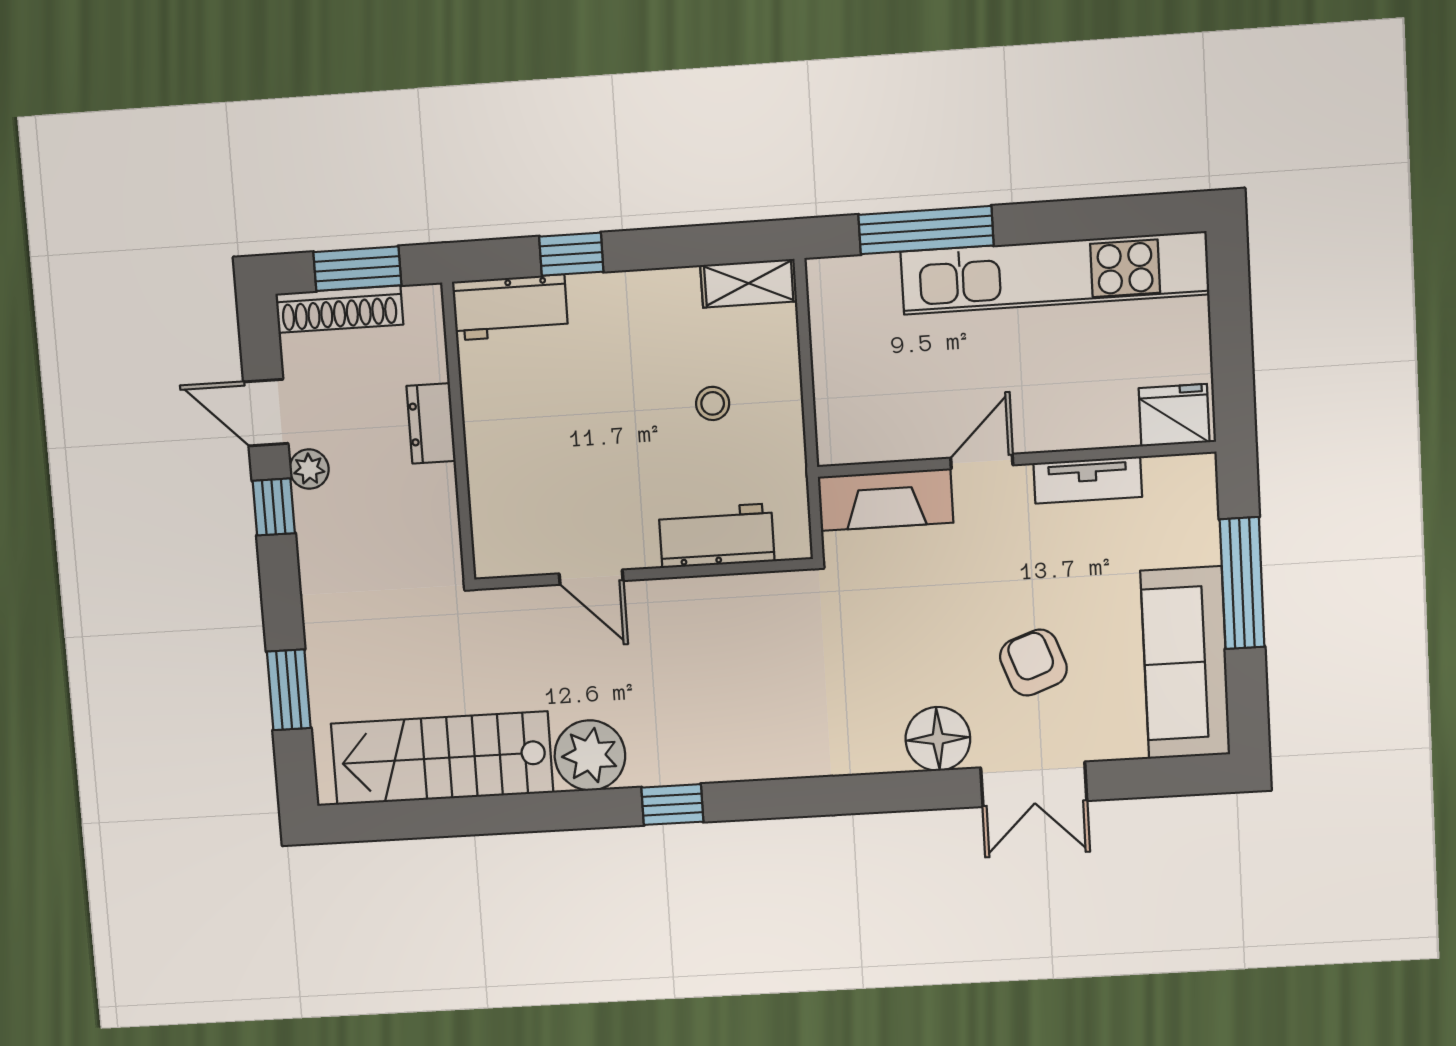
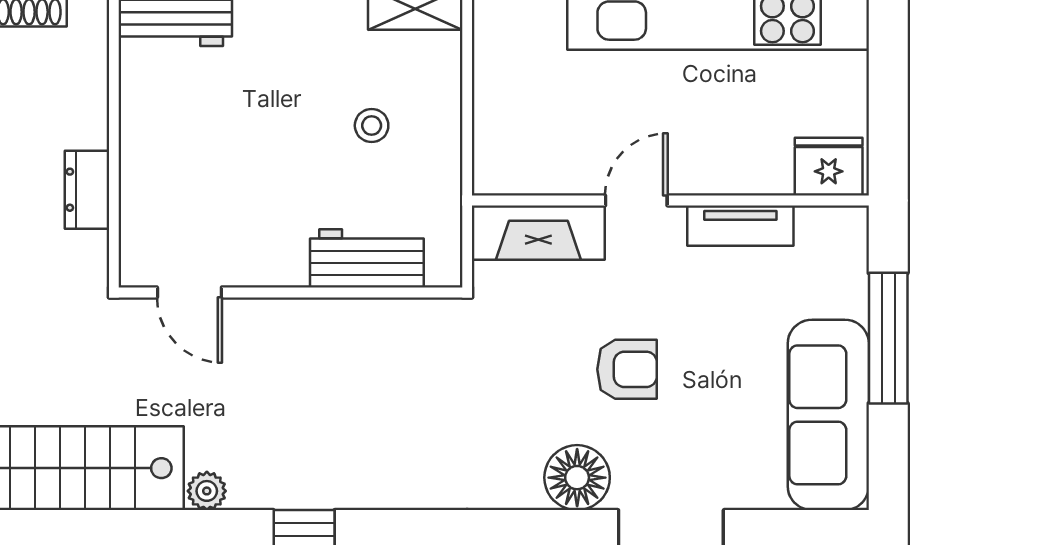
dresser: (431, 423) -> (87, 190), moved
door: (591, 577) -> (189, 292), moved
armchair: (1033, 663) -> (627, 369), moved, turned 110
plant: (590, 755) -> (207, 491), width x0.53, depth x0.53

